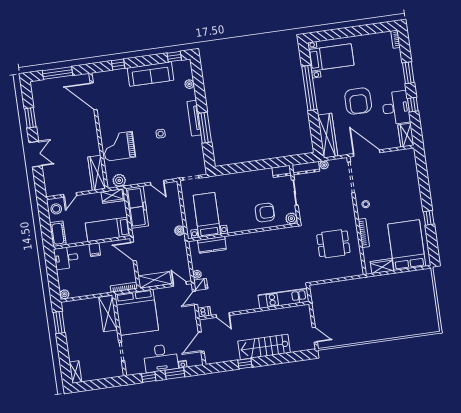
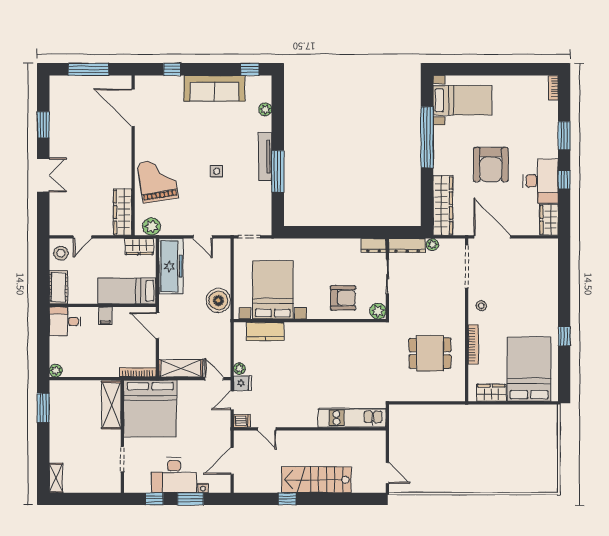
grand piano: (119, 146) -> (158, 180), turned 81
bed with nightstands: (207, 215) -> (273, 290), width x1.36
boiler: (180, 231) -> (218, 300), width x1.86, depth x1.86

